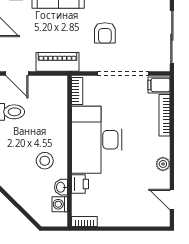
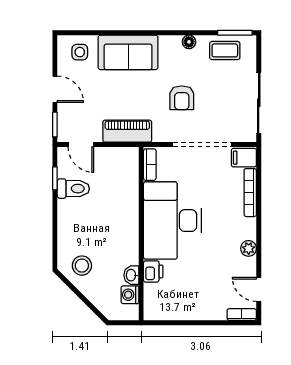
stool: (45, 161) -> (82, 266), moved
bookcase: (84, 222) -> (242, 315), moved

